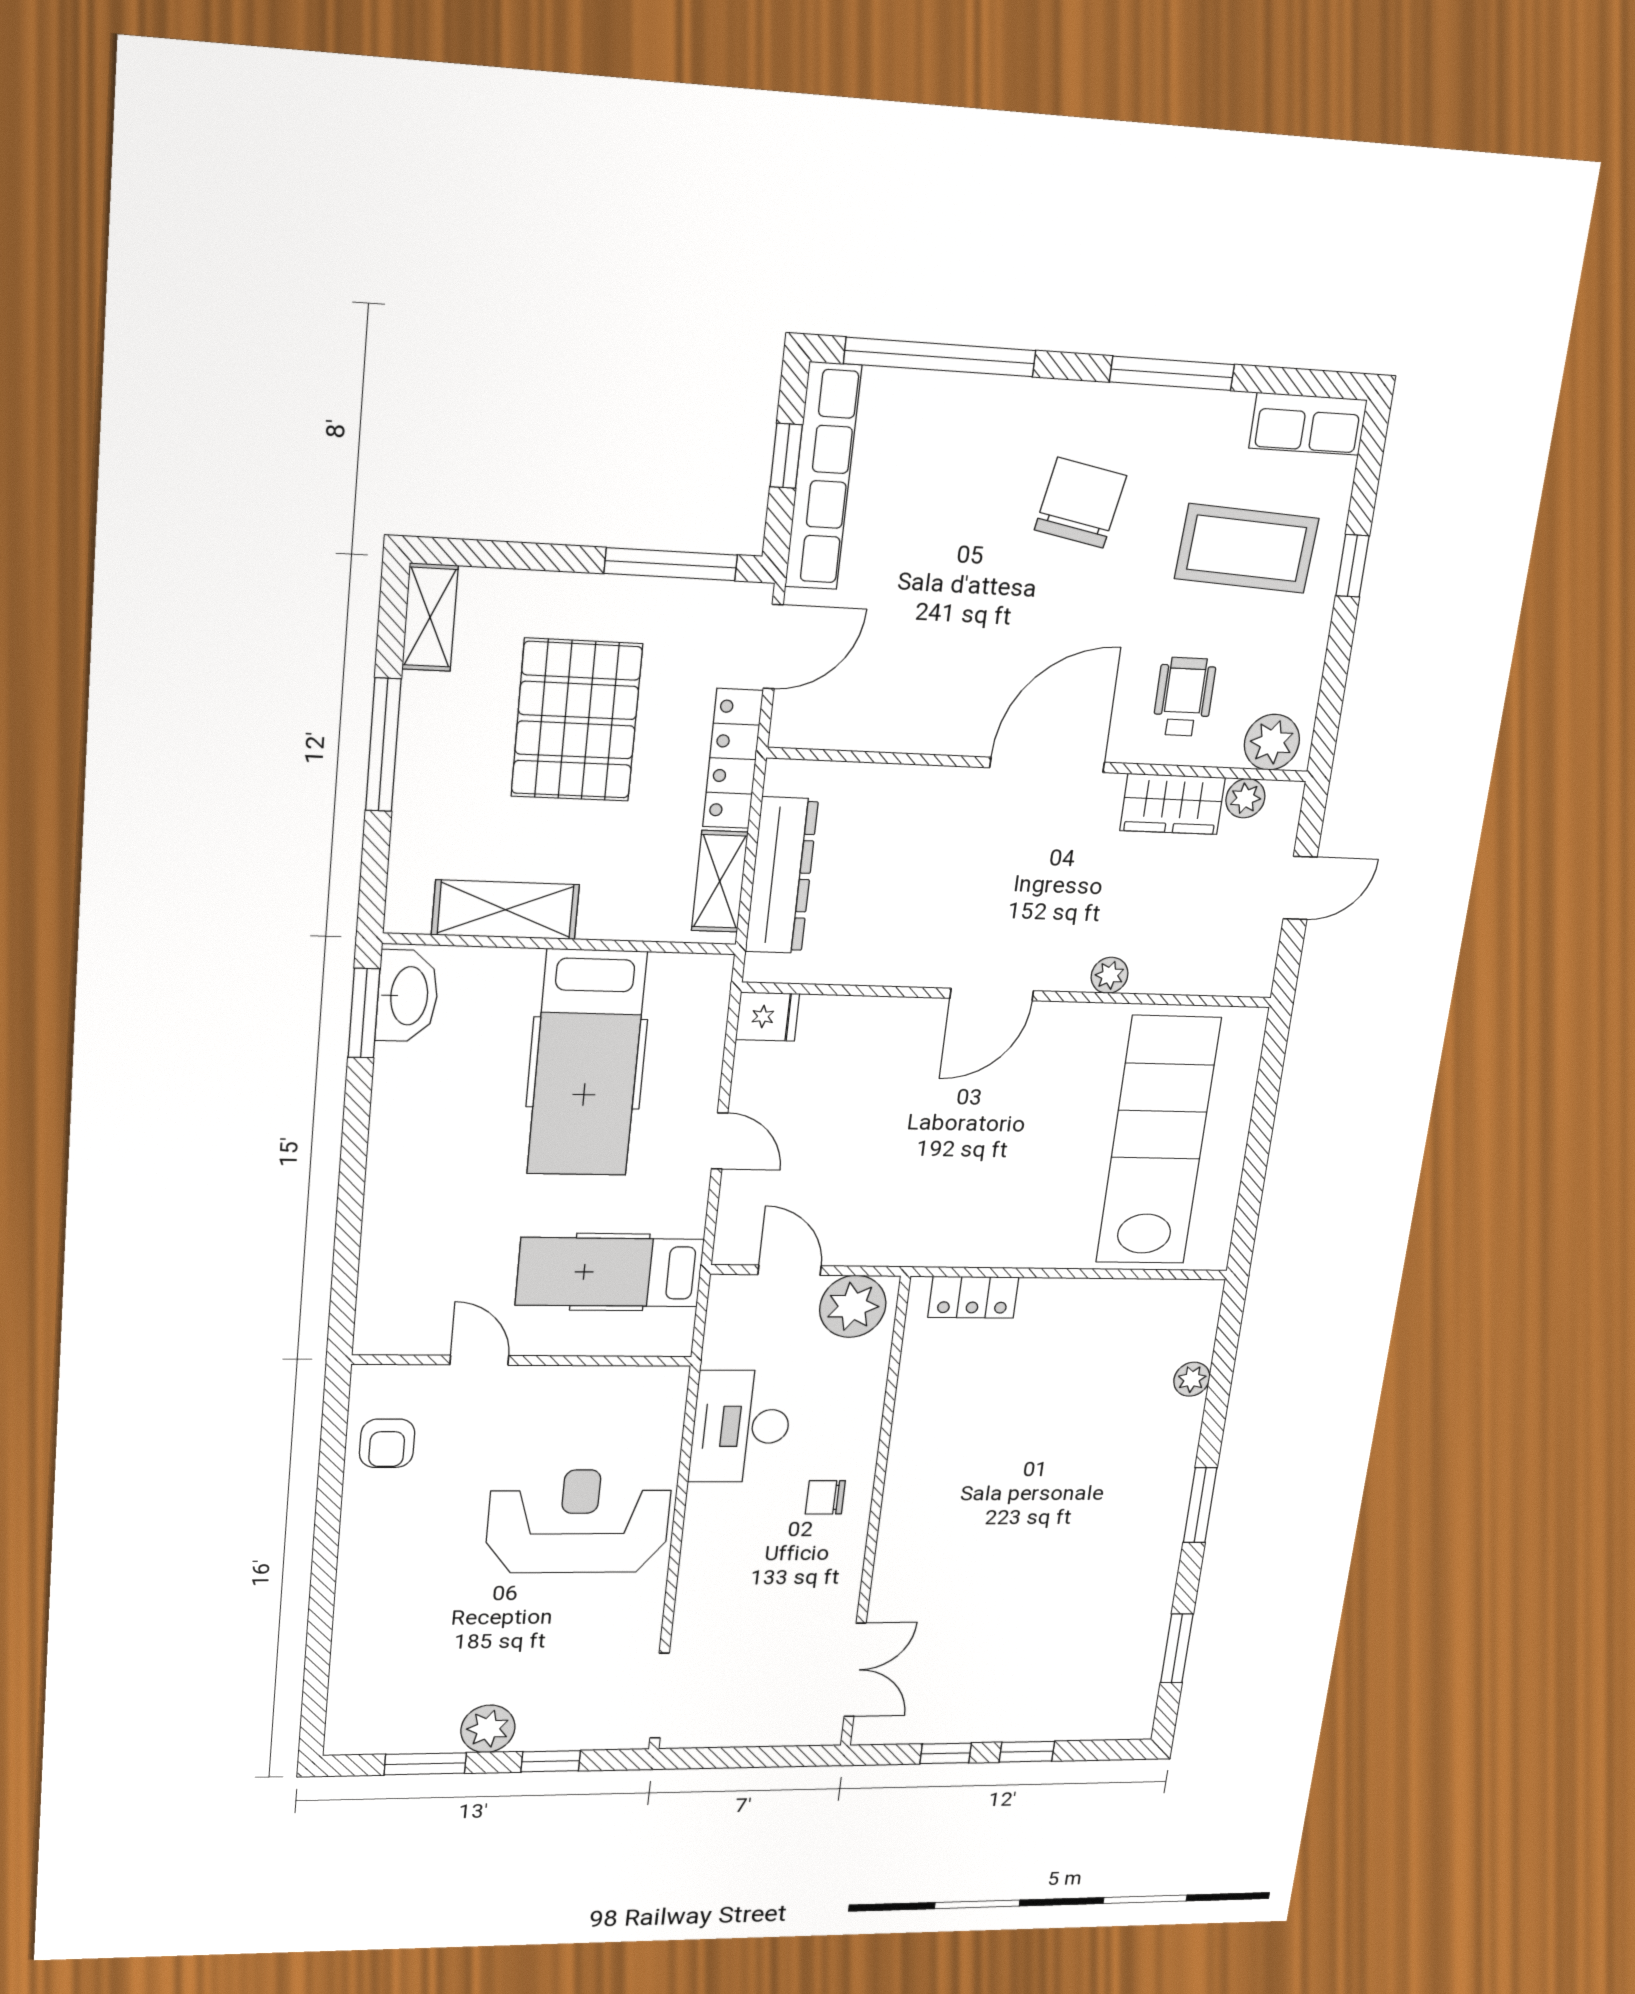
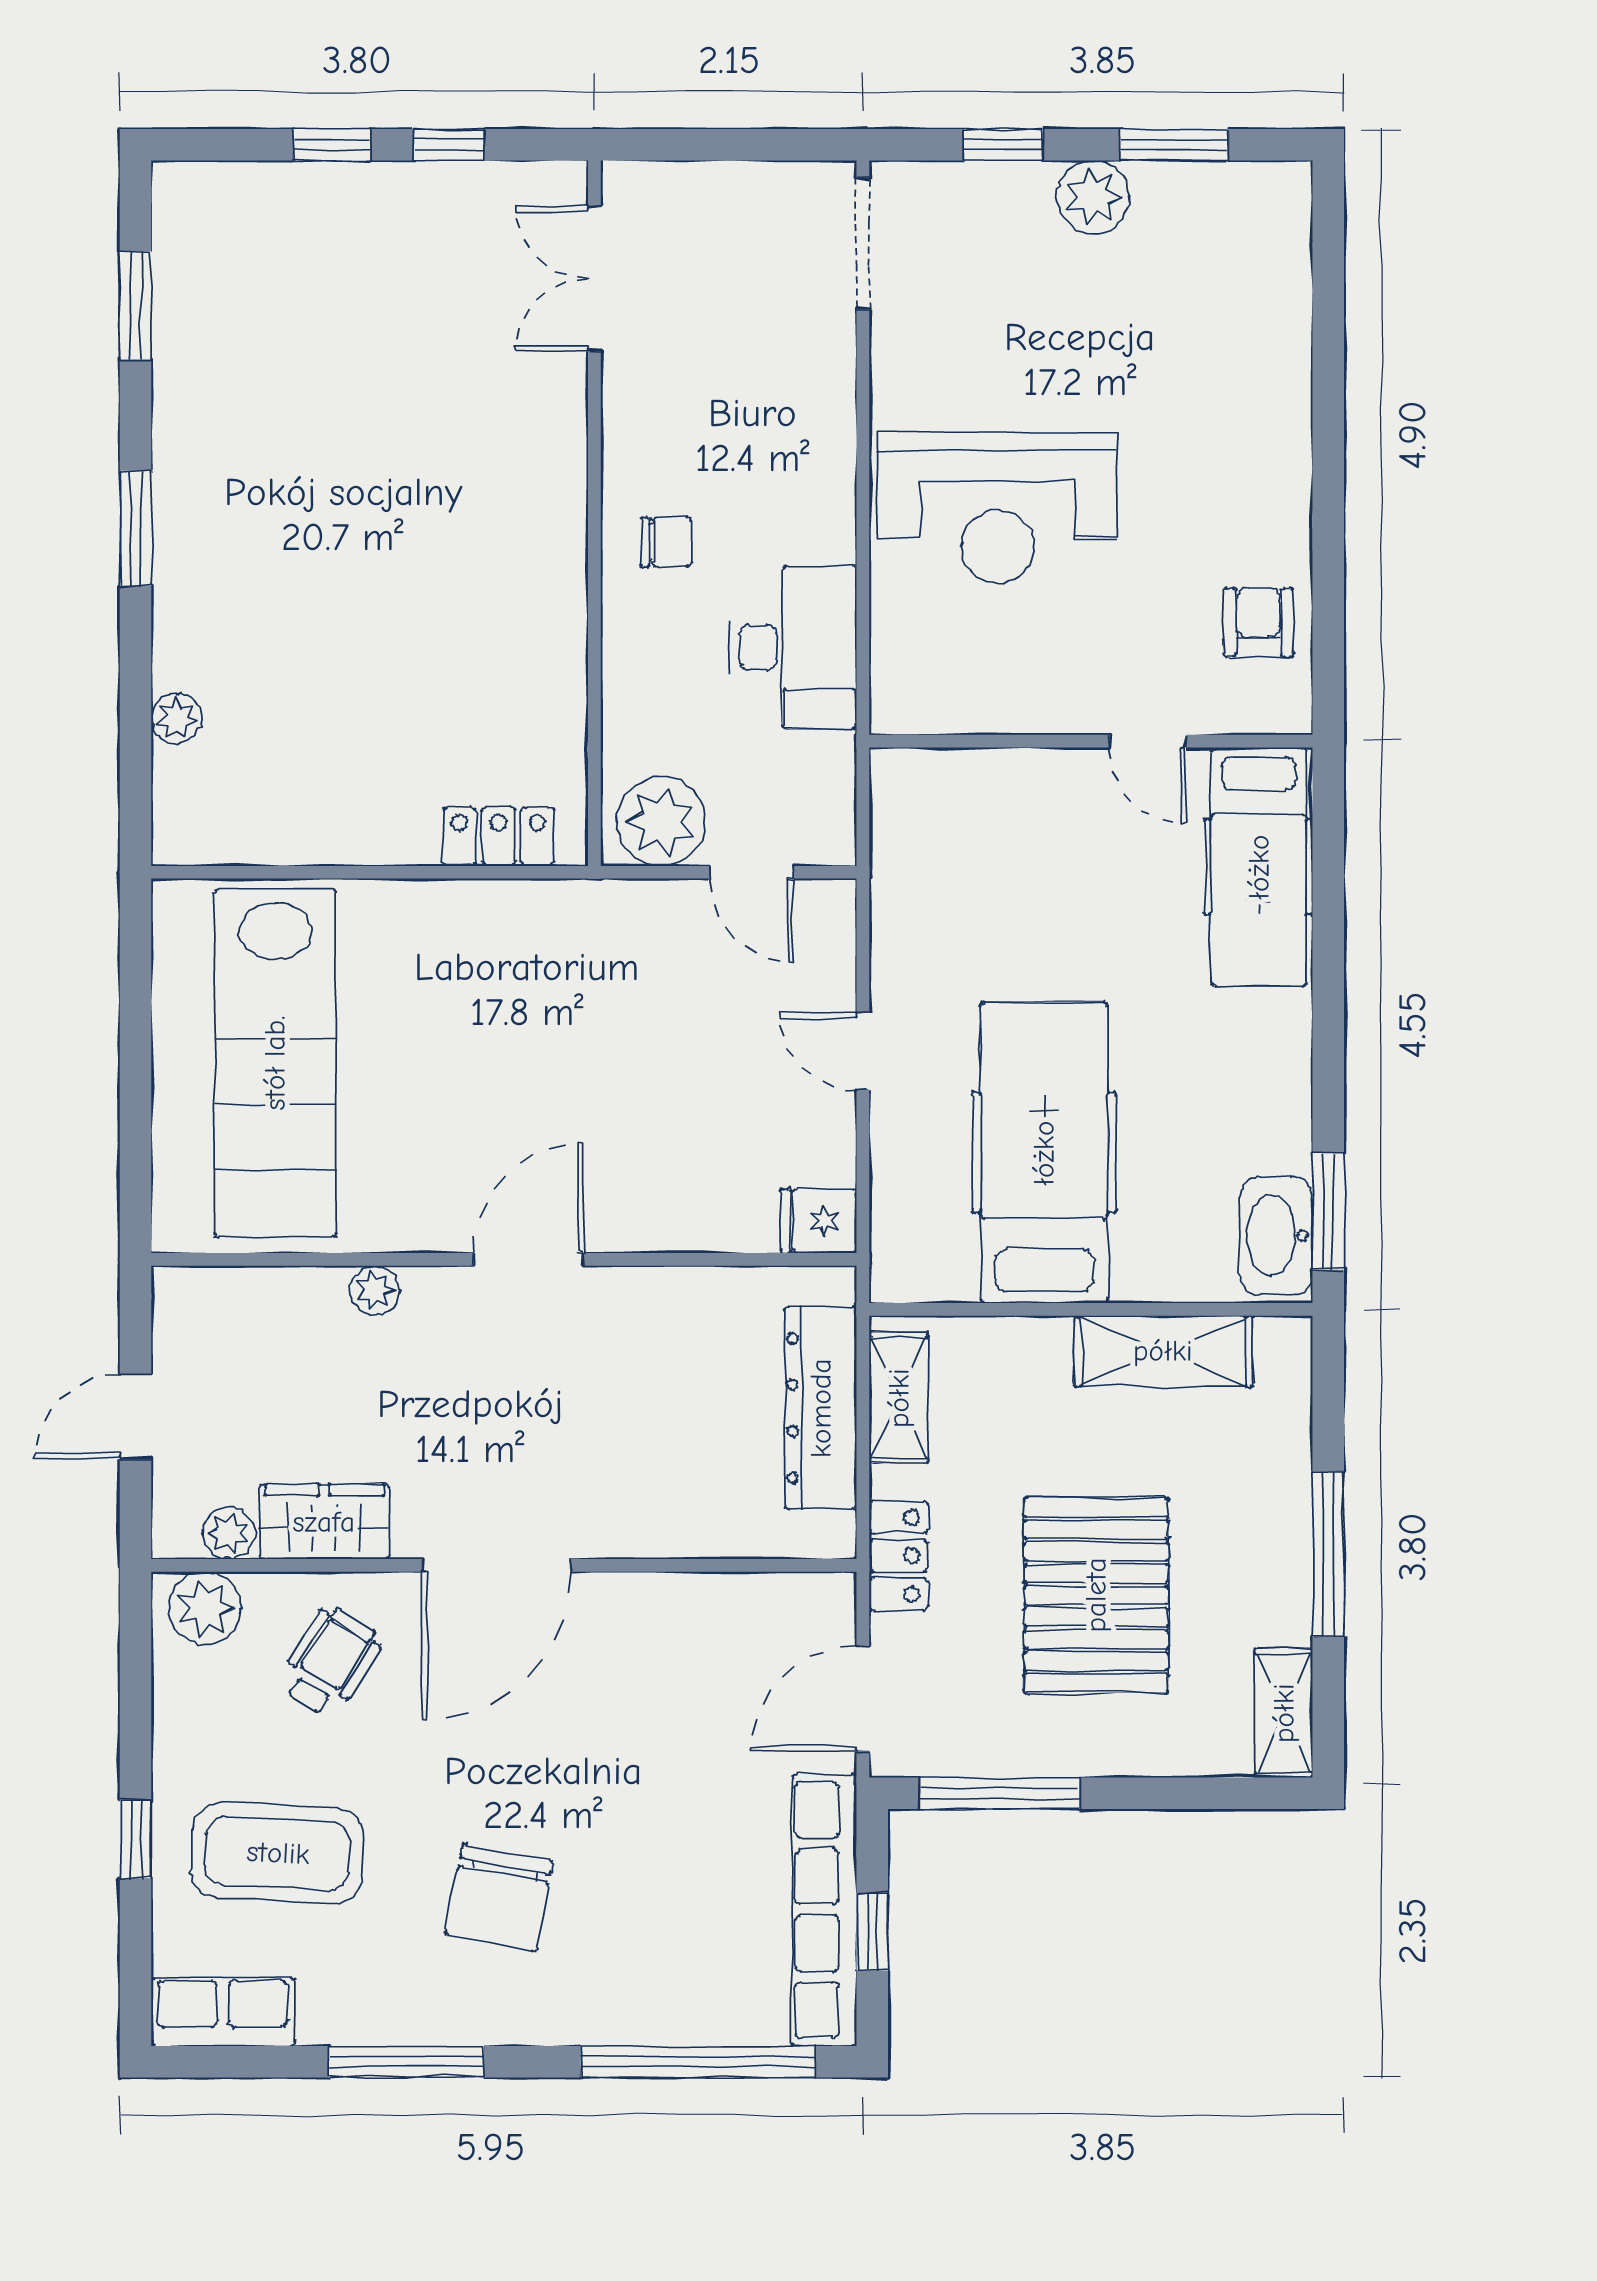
wheelchair: (1184, 697) -> (330, 1661), turned -148
locker: (733, 759) -> (898, 1556), width x0.66
hospital bed: (610, 1272) -> (1259, 867), moved, turned 90

